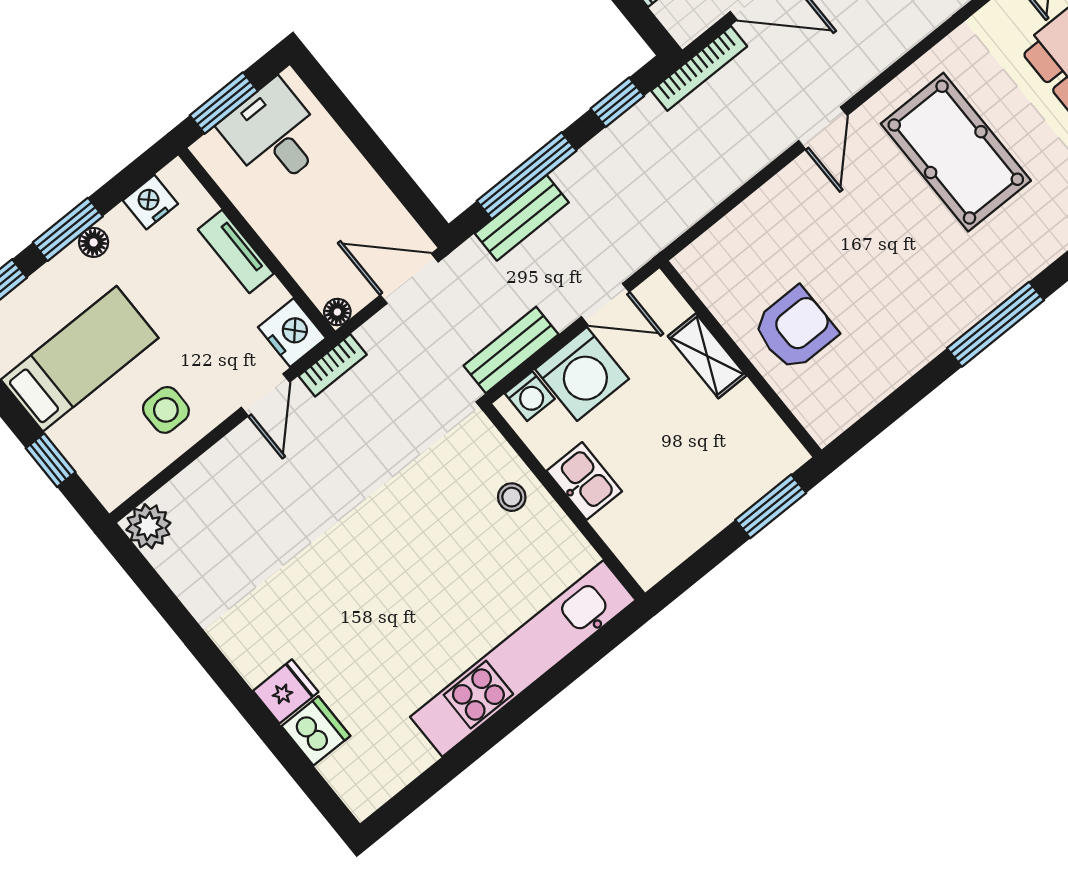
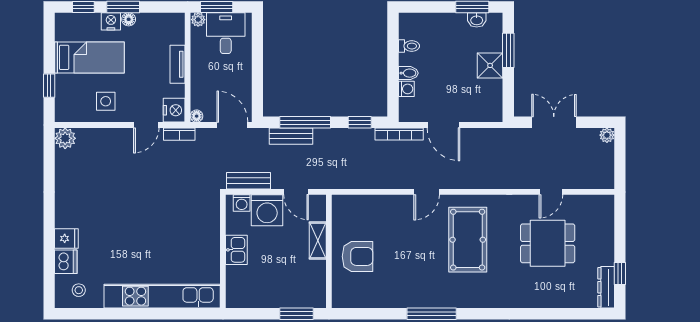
plant: (210, 149) -> (198, 20), added
nightstand: (150, 202) -> (111, 21), moved
stool: (512, 497) -> (79, 290), moved

